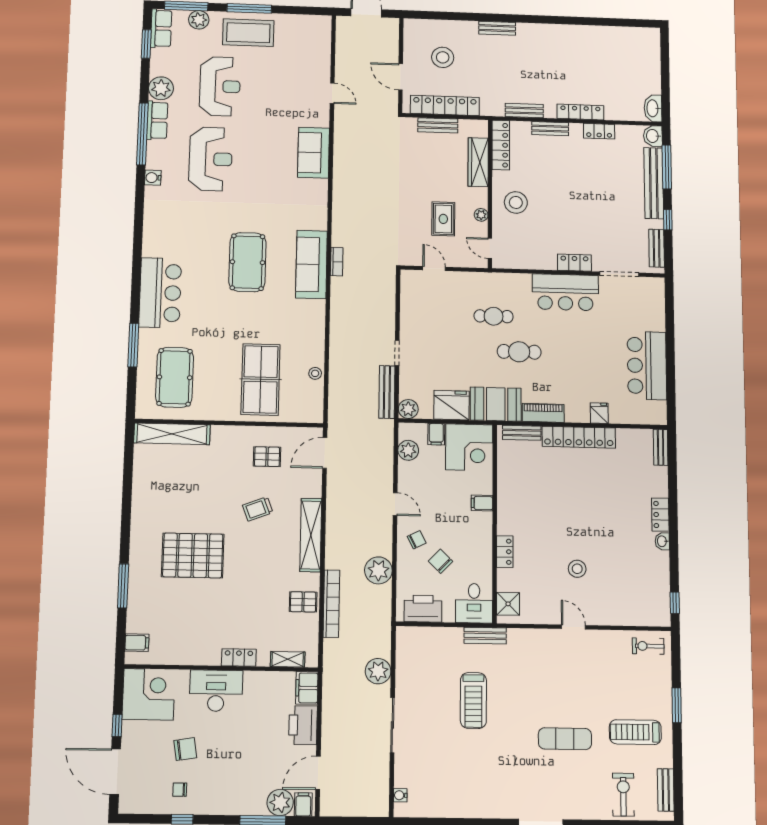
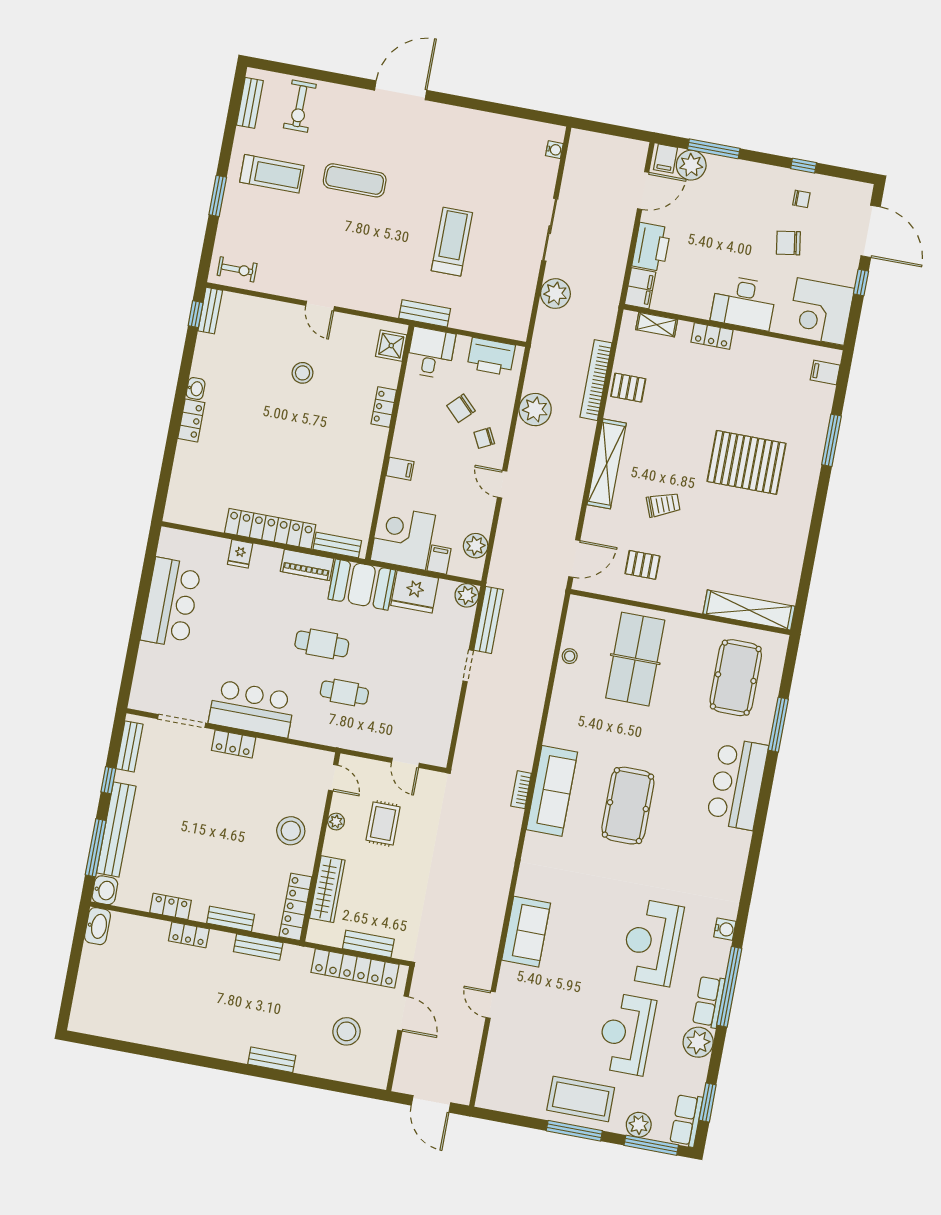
locker: (580, 112) -> (189, 935), width x0.66
bench: (661, 447) -> (210, 311), moved
chair: (440, 561) -> (461, 408), turned 91

